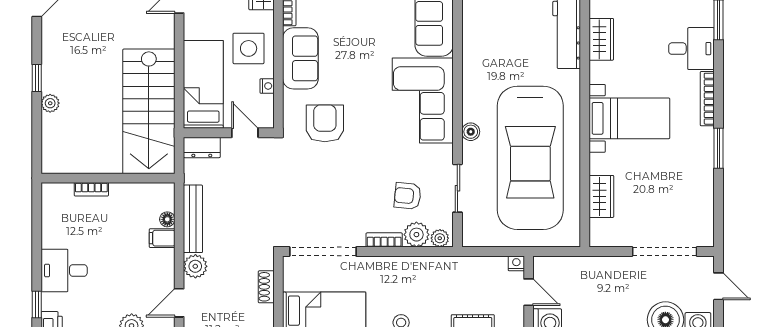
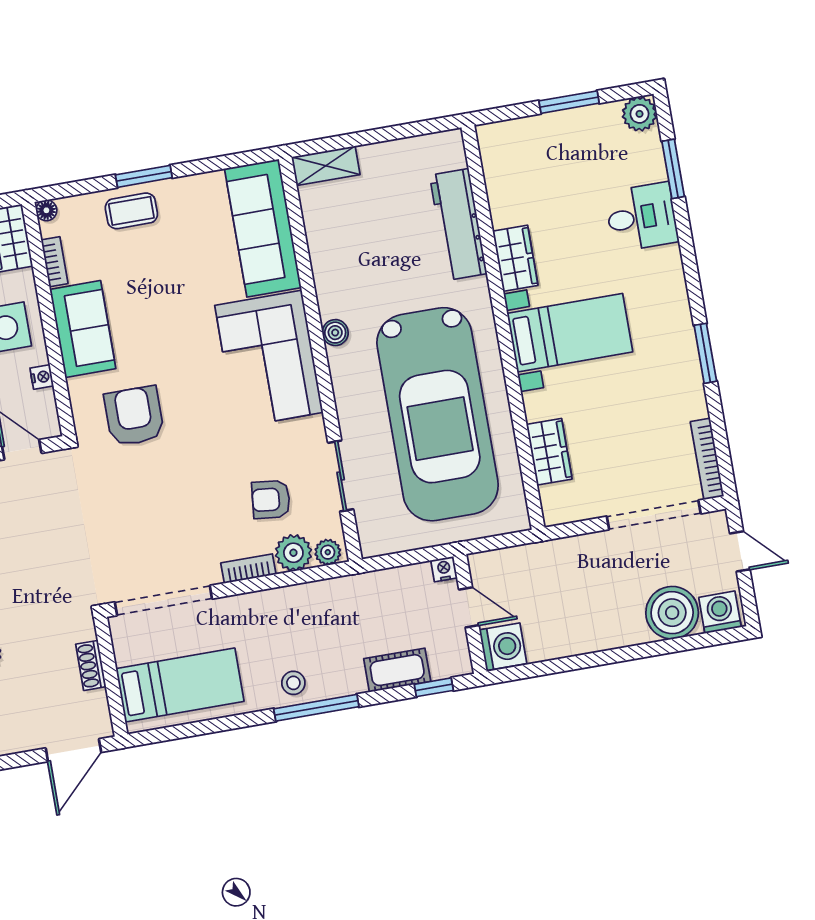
wardrobe: (601, 39) -> (515, 258), moved
bookcase: (707, 99) -> (707, 459), moved
boiler: (471, 132) -> (335, 333), moved

